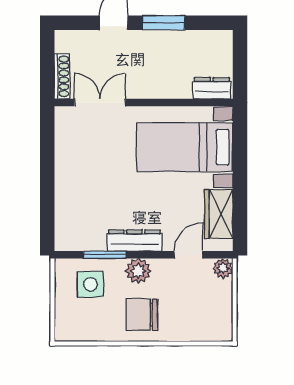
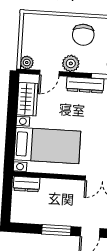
plant: (138, 271) -> (71, 63), moved
chair: (142, 315) -> (83, 35), turned 90

